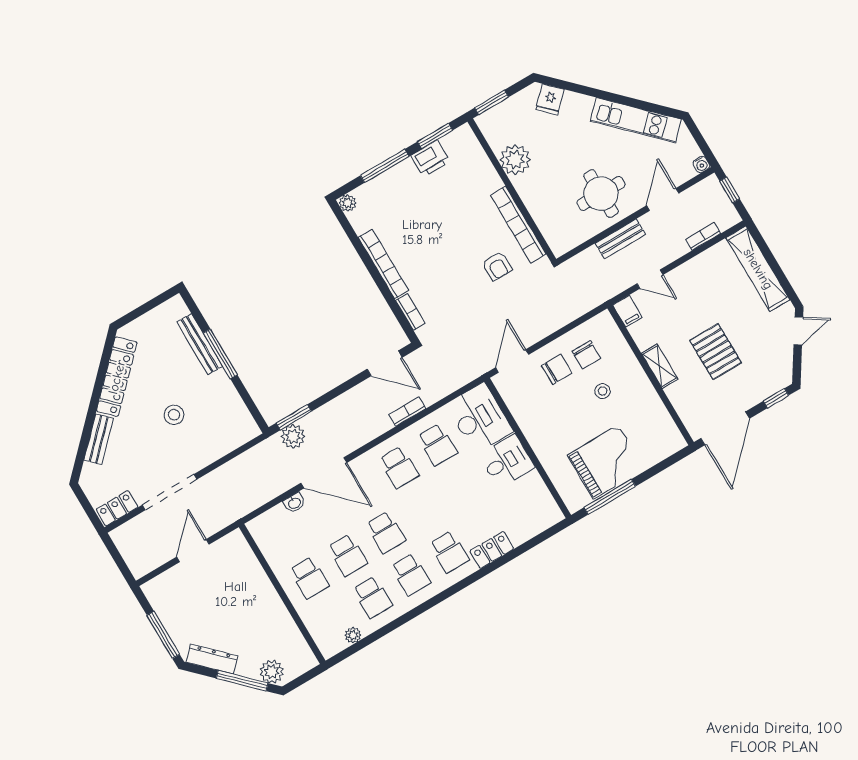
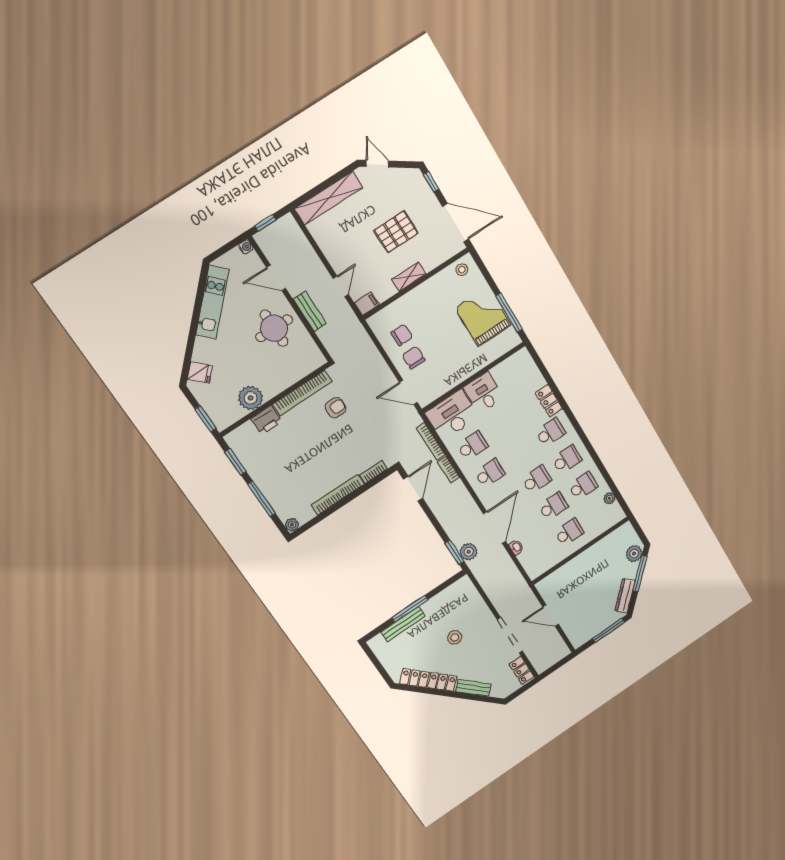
printer: (430, 159) -> (266, 420), moved, turned 90
bookcase: (703, 236) -> (431, 441), moved, width x1.56
stool: (603, 391) -> (462, 270), moved

